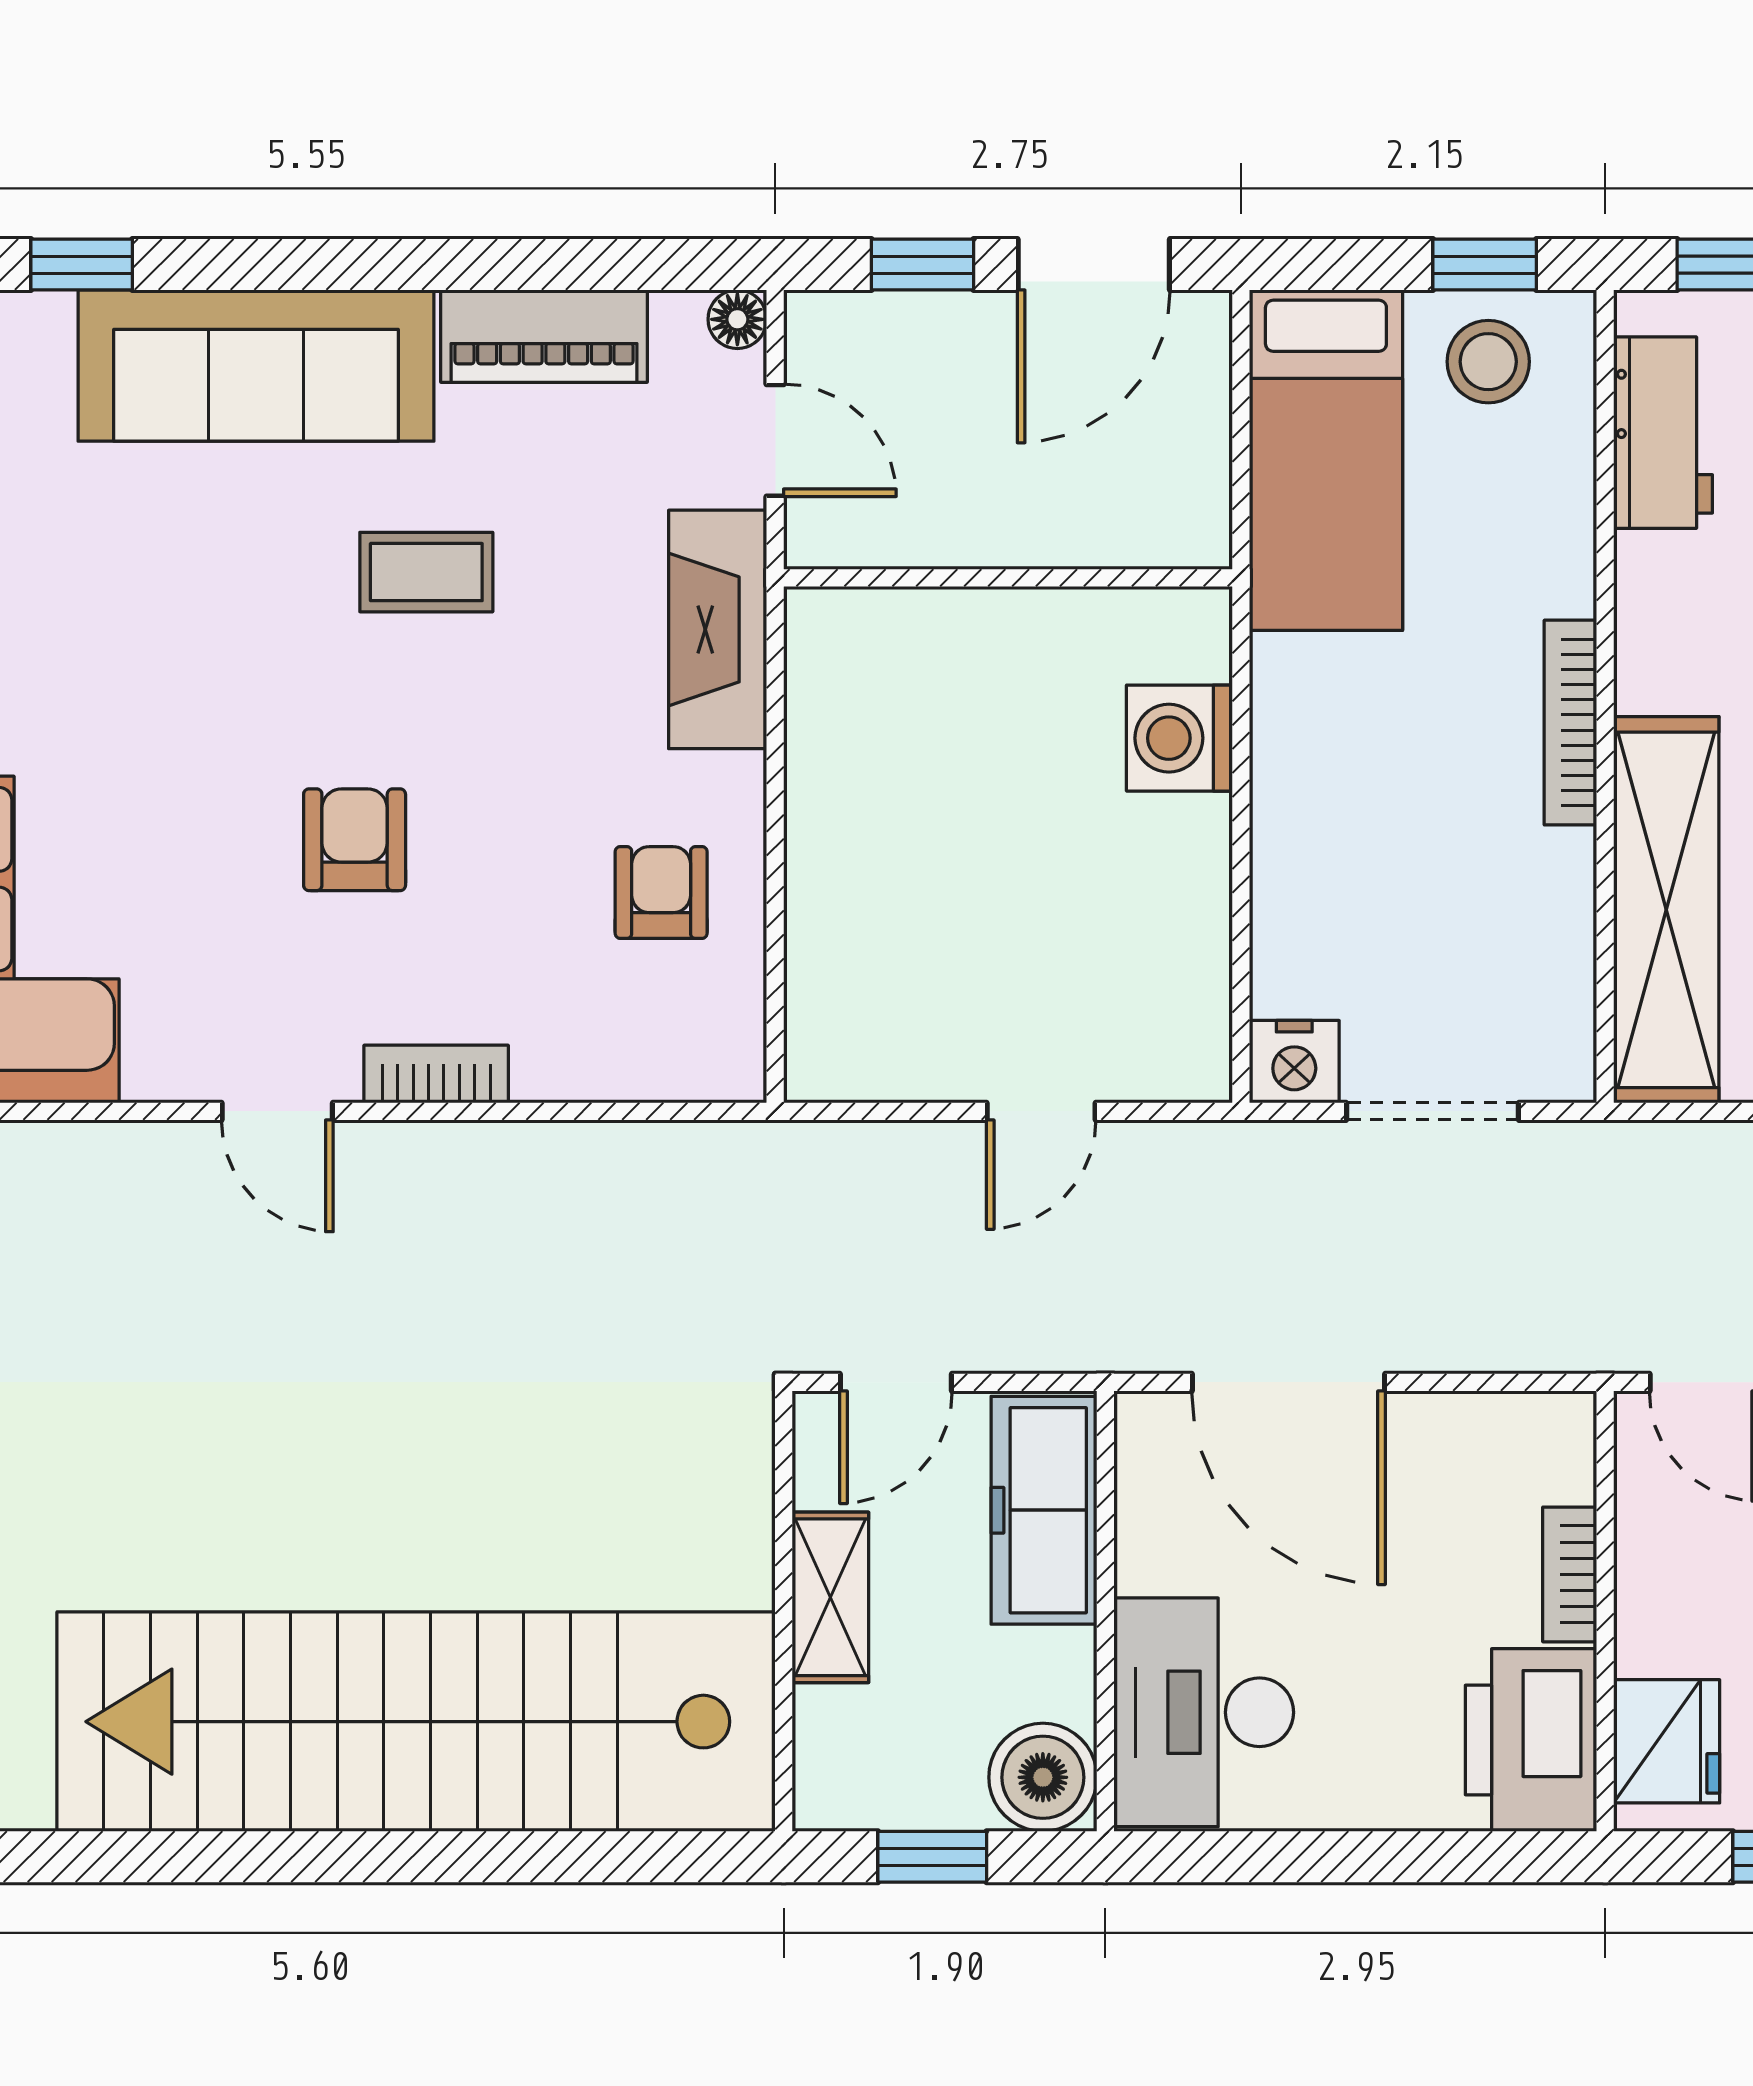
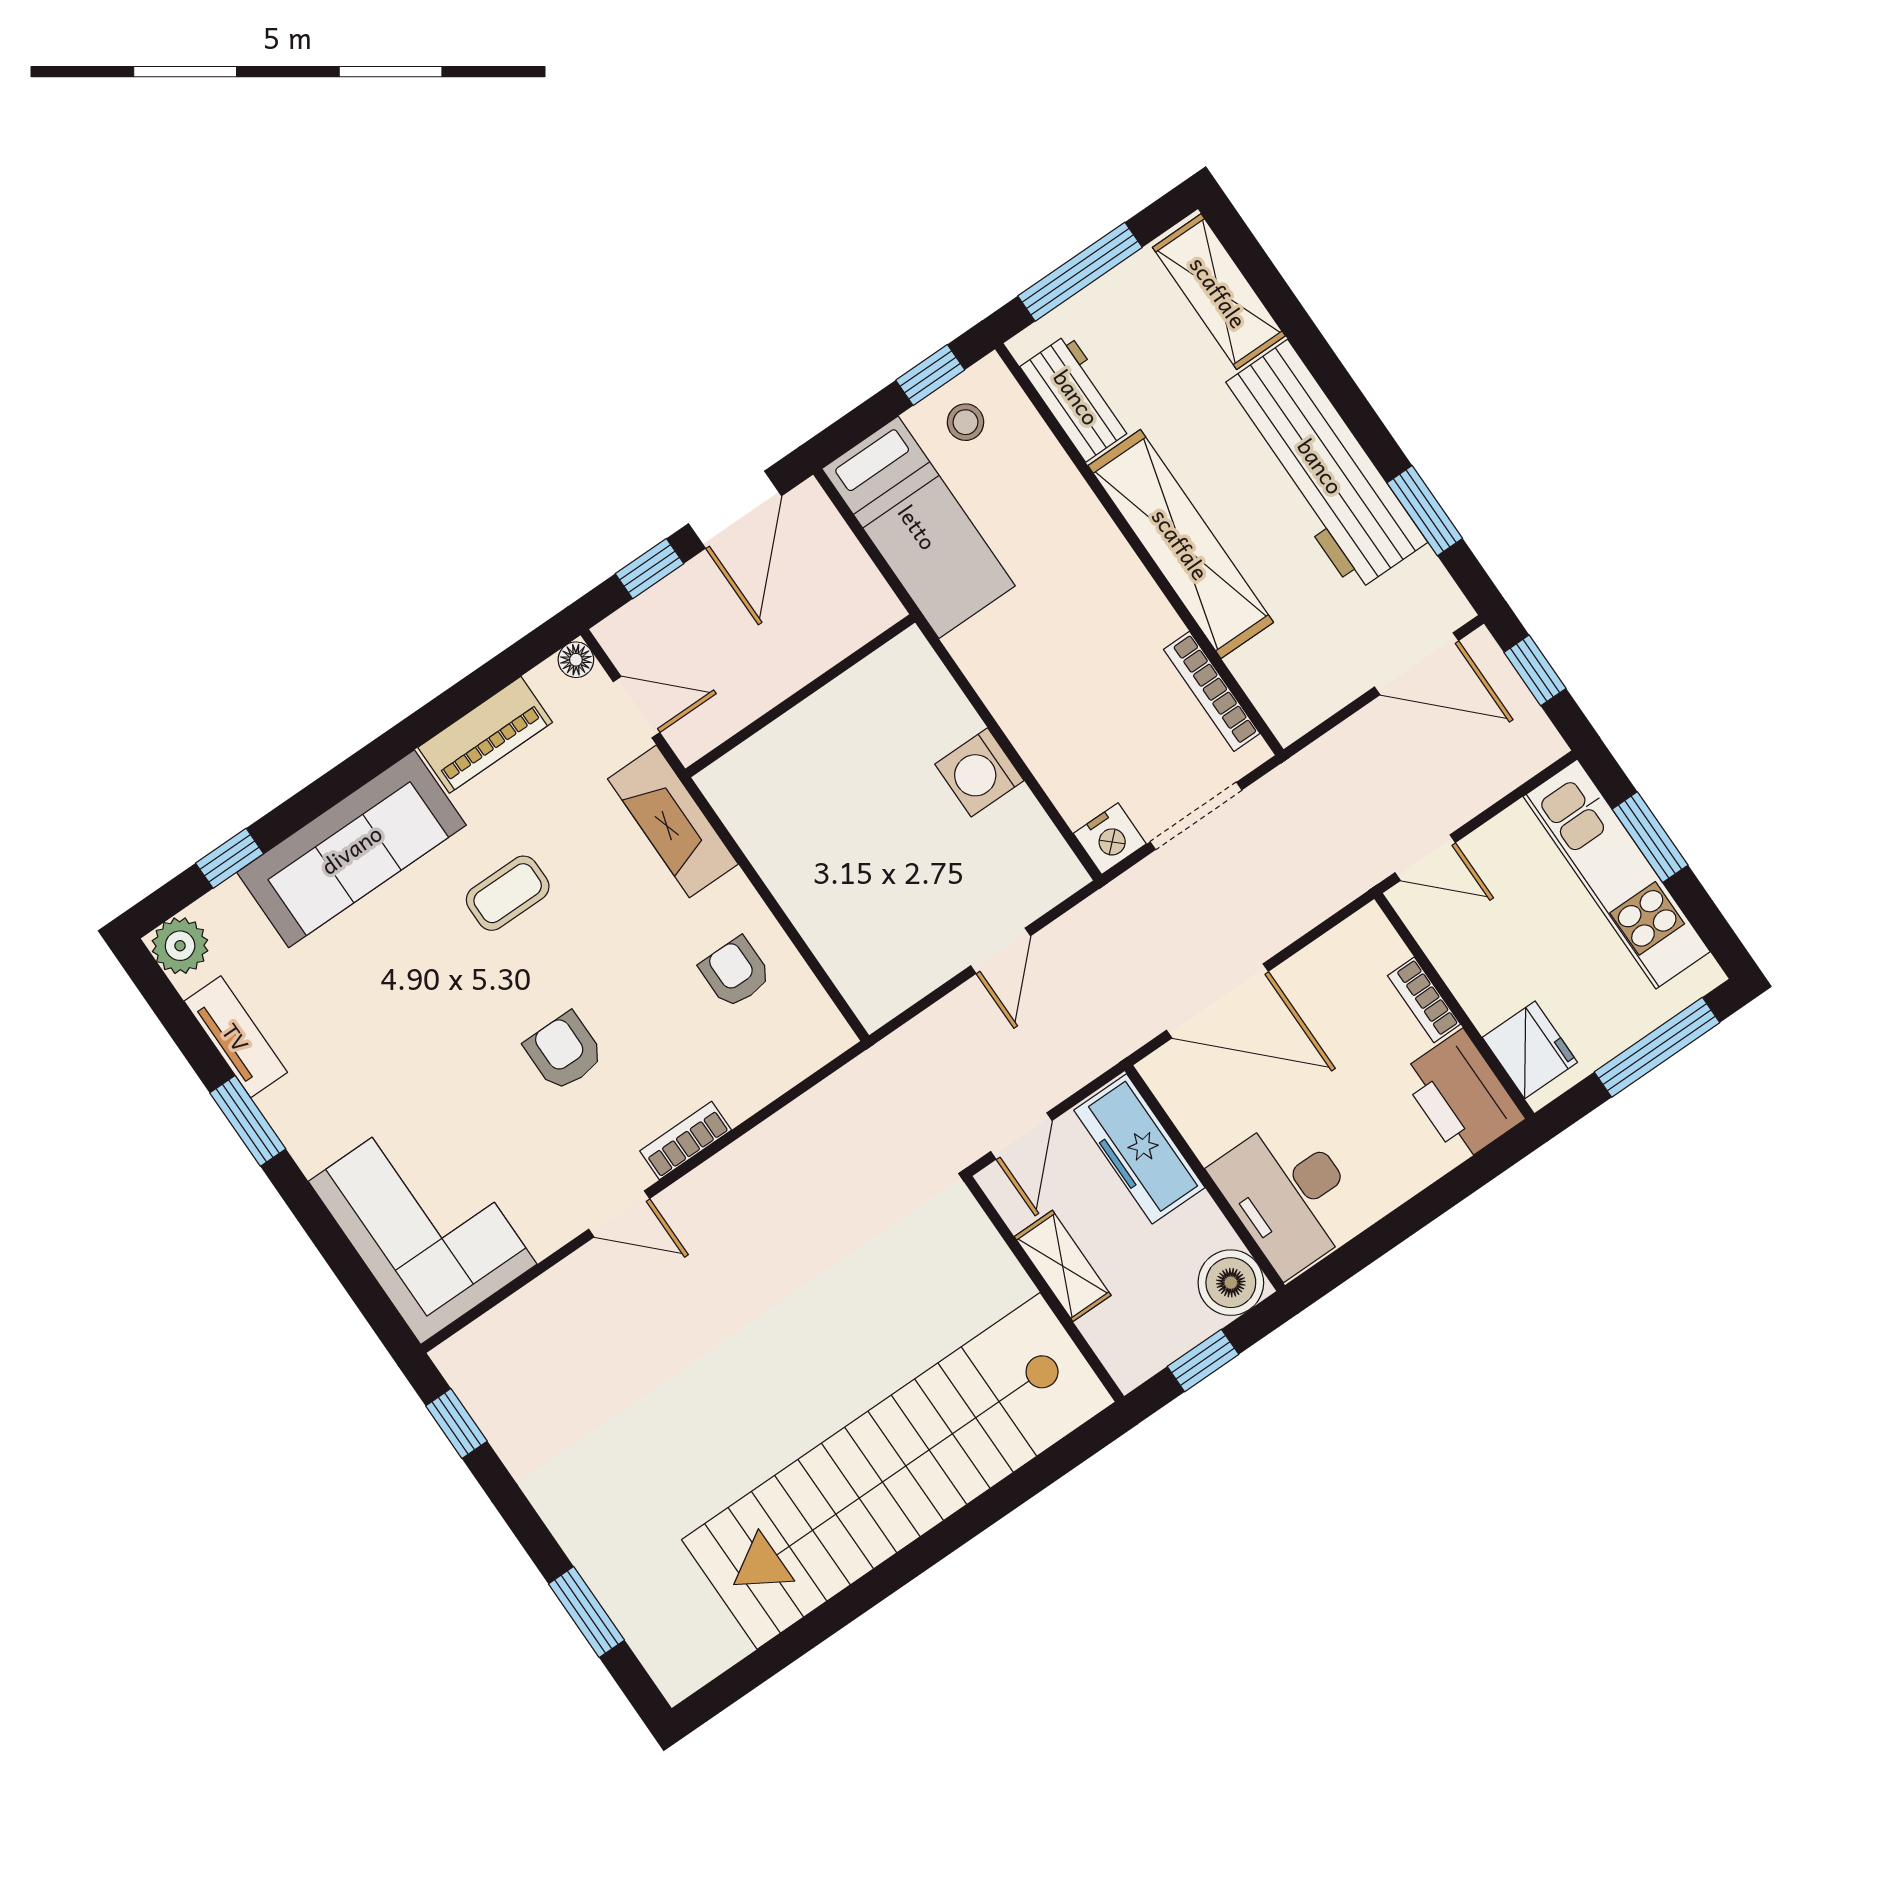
stool: (1488, 362) -> (965, 422), width x0.73, depth x0.73
bookcase: (1570, 723) -> (1212, 691), moved
washing machine: (1179, 738) -> (979, 772), moved
shelving: (1666, 910) -> (1181, 544), moved

